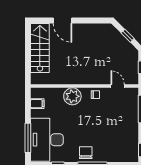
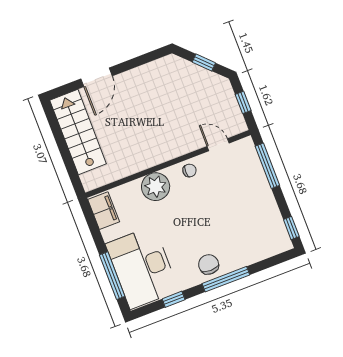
door: (63, 21) -> (96, 77), hinge flipped
filing cabinet: (37, 104) -> (104, 211), width x2.00

